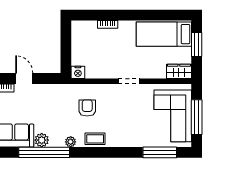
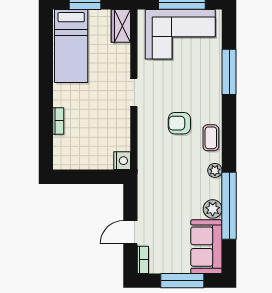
armchair: (87, 108) -> (179, 123), moved
window: (160, 152) -> (229, 72), moved

